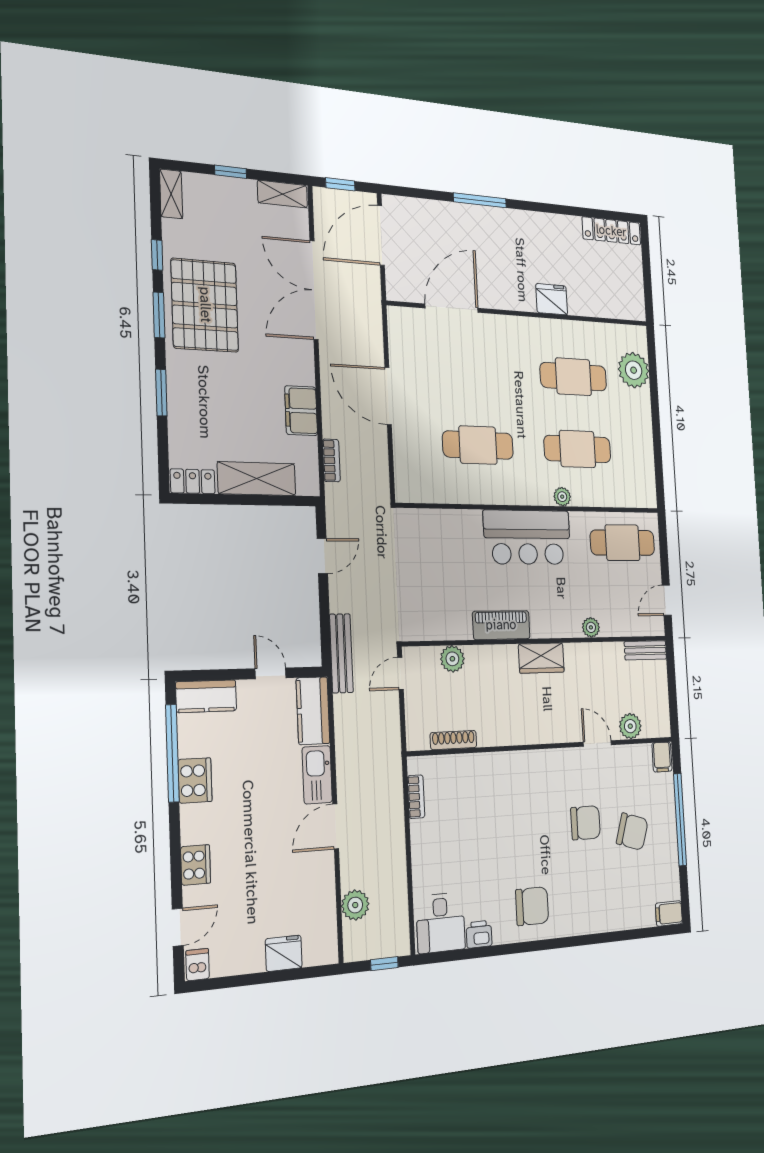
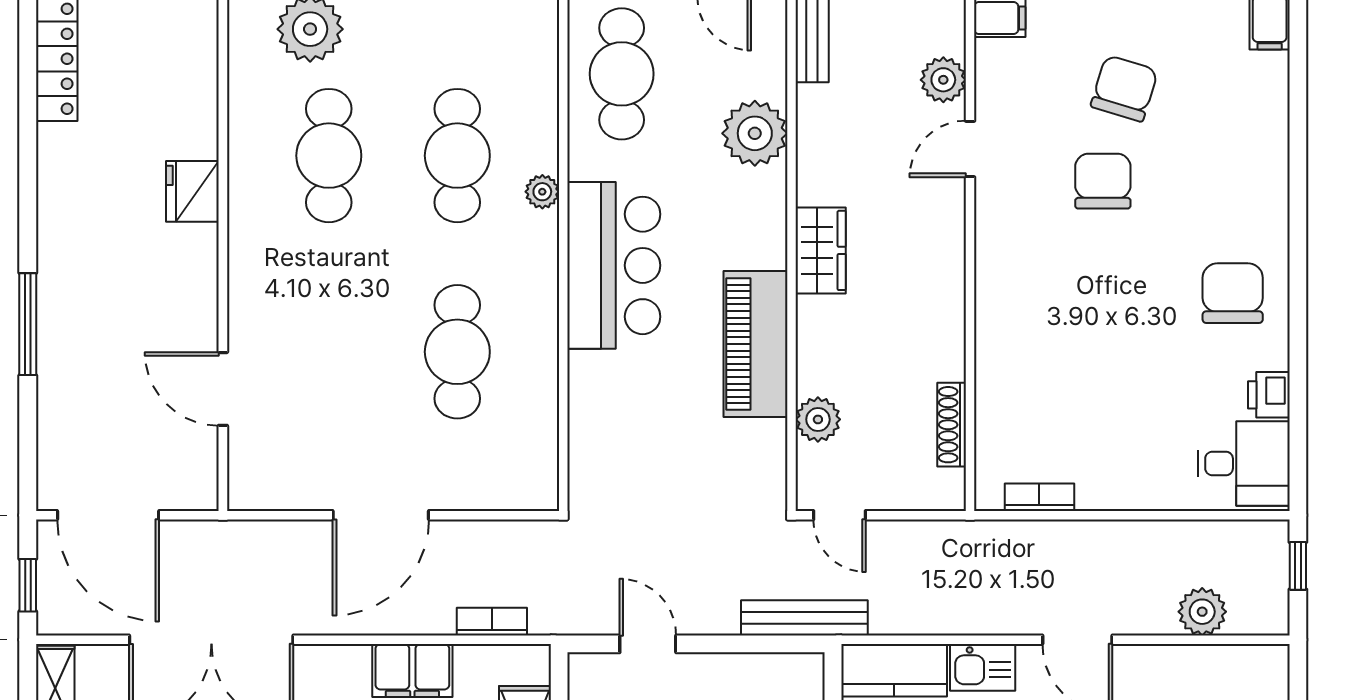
door: (452, 308) -> (223, 389), width x0.73
piano: (501, 625) -> (756, 344), width x1.37, depth x1.33
plant: (591, 627) -> (755, 133), width x1.88, depth x1.88
kitchen sink: (317, 775) -> (983, 667), width x0.73

